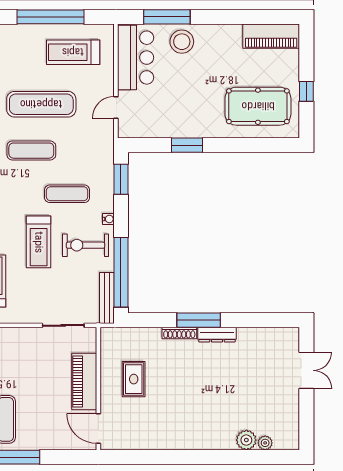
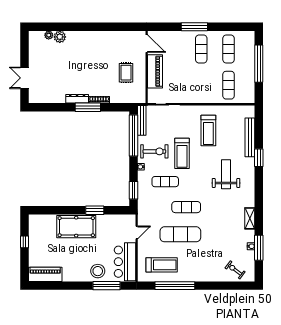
pool table: (258, 106) -> (76, 227), moved
treadmill: (39, 242) -> (182, 153), turned 180

